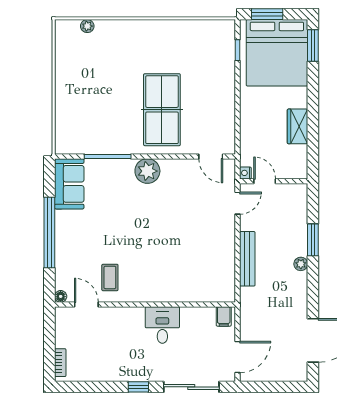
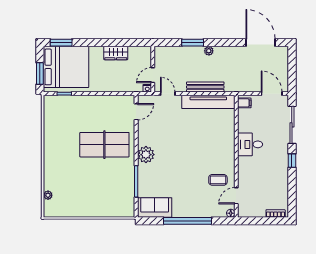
tv unit: (225, 263) -> (208, 102), added

